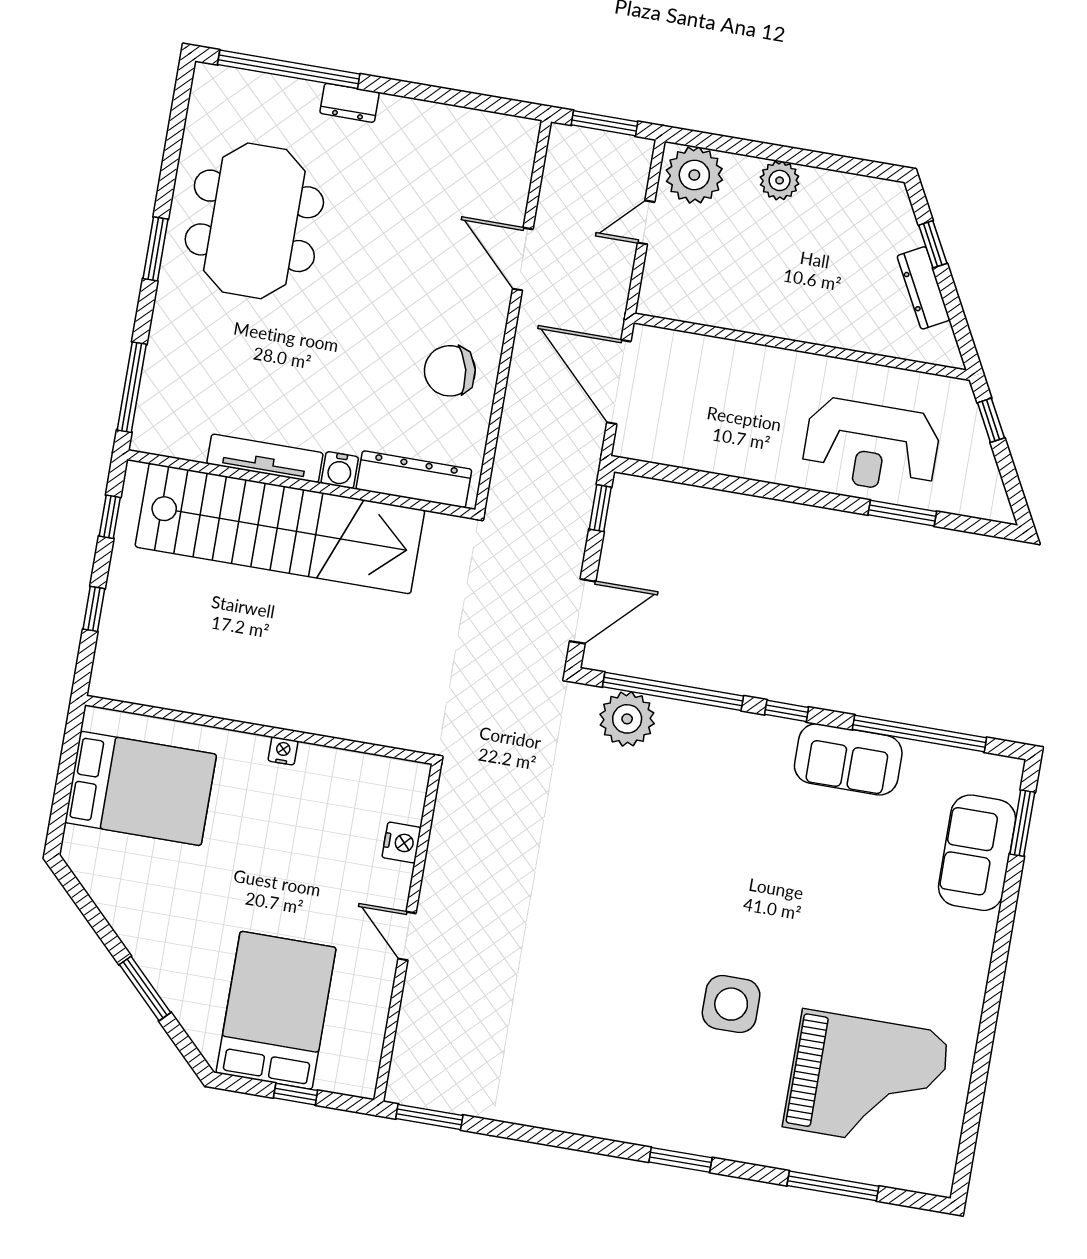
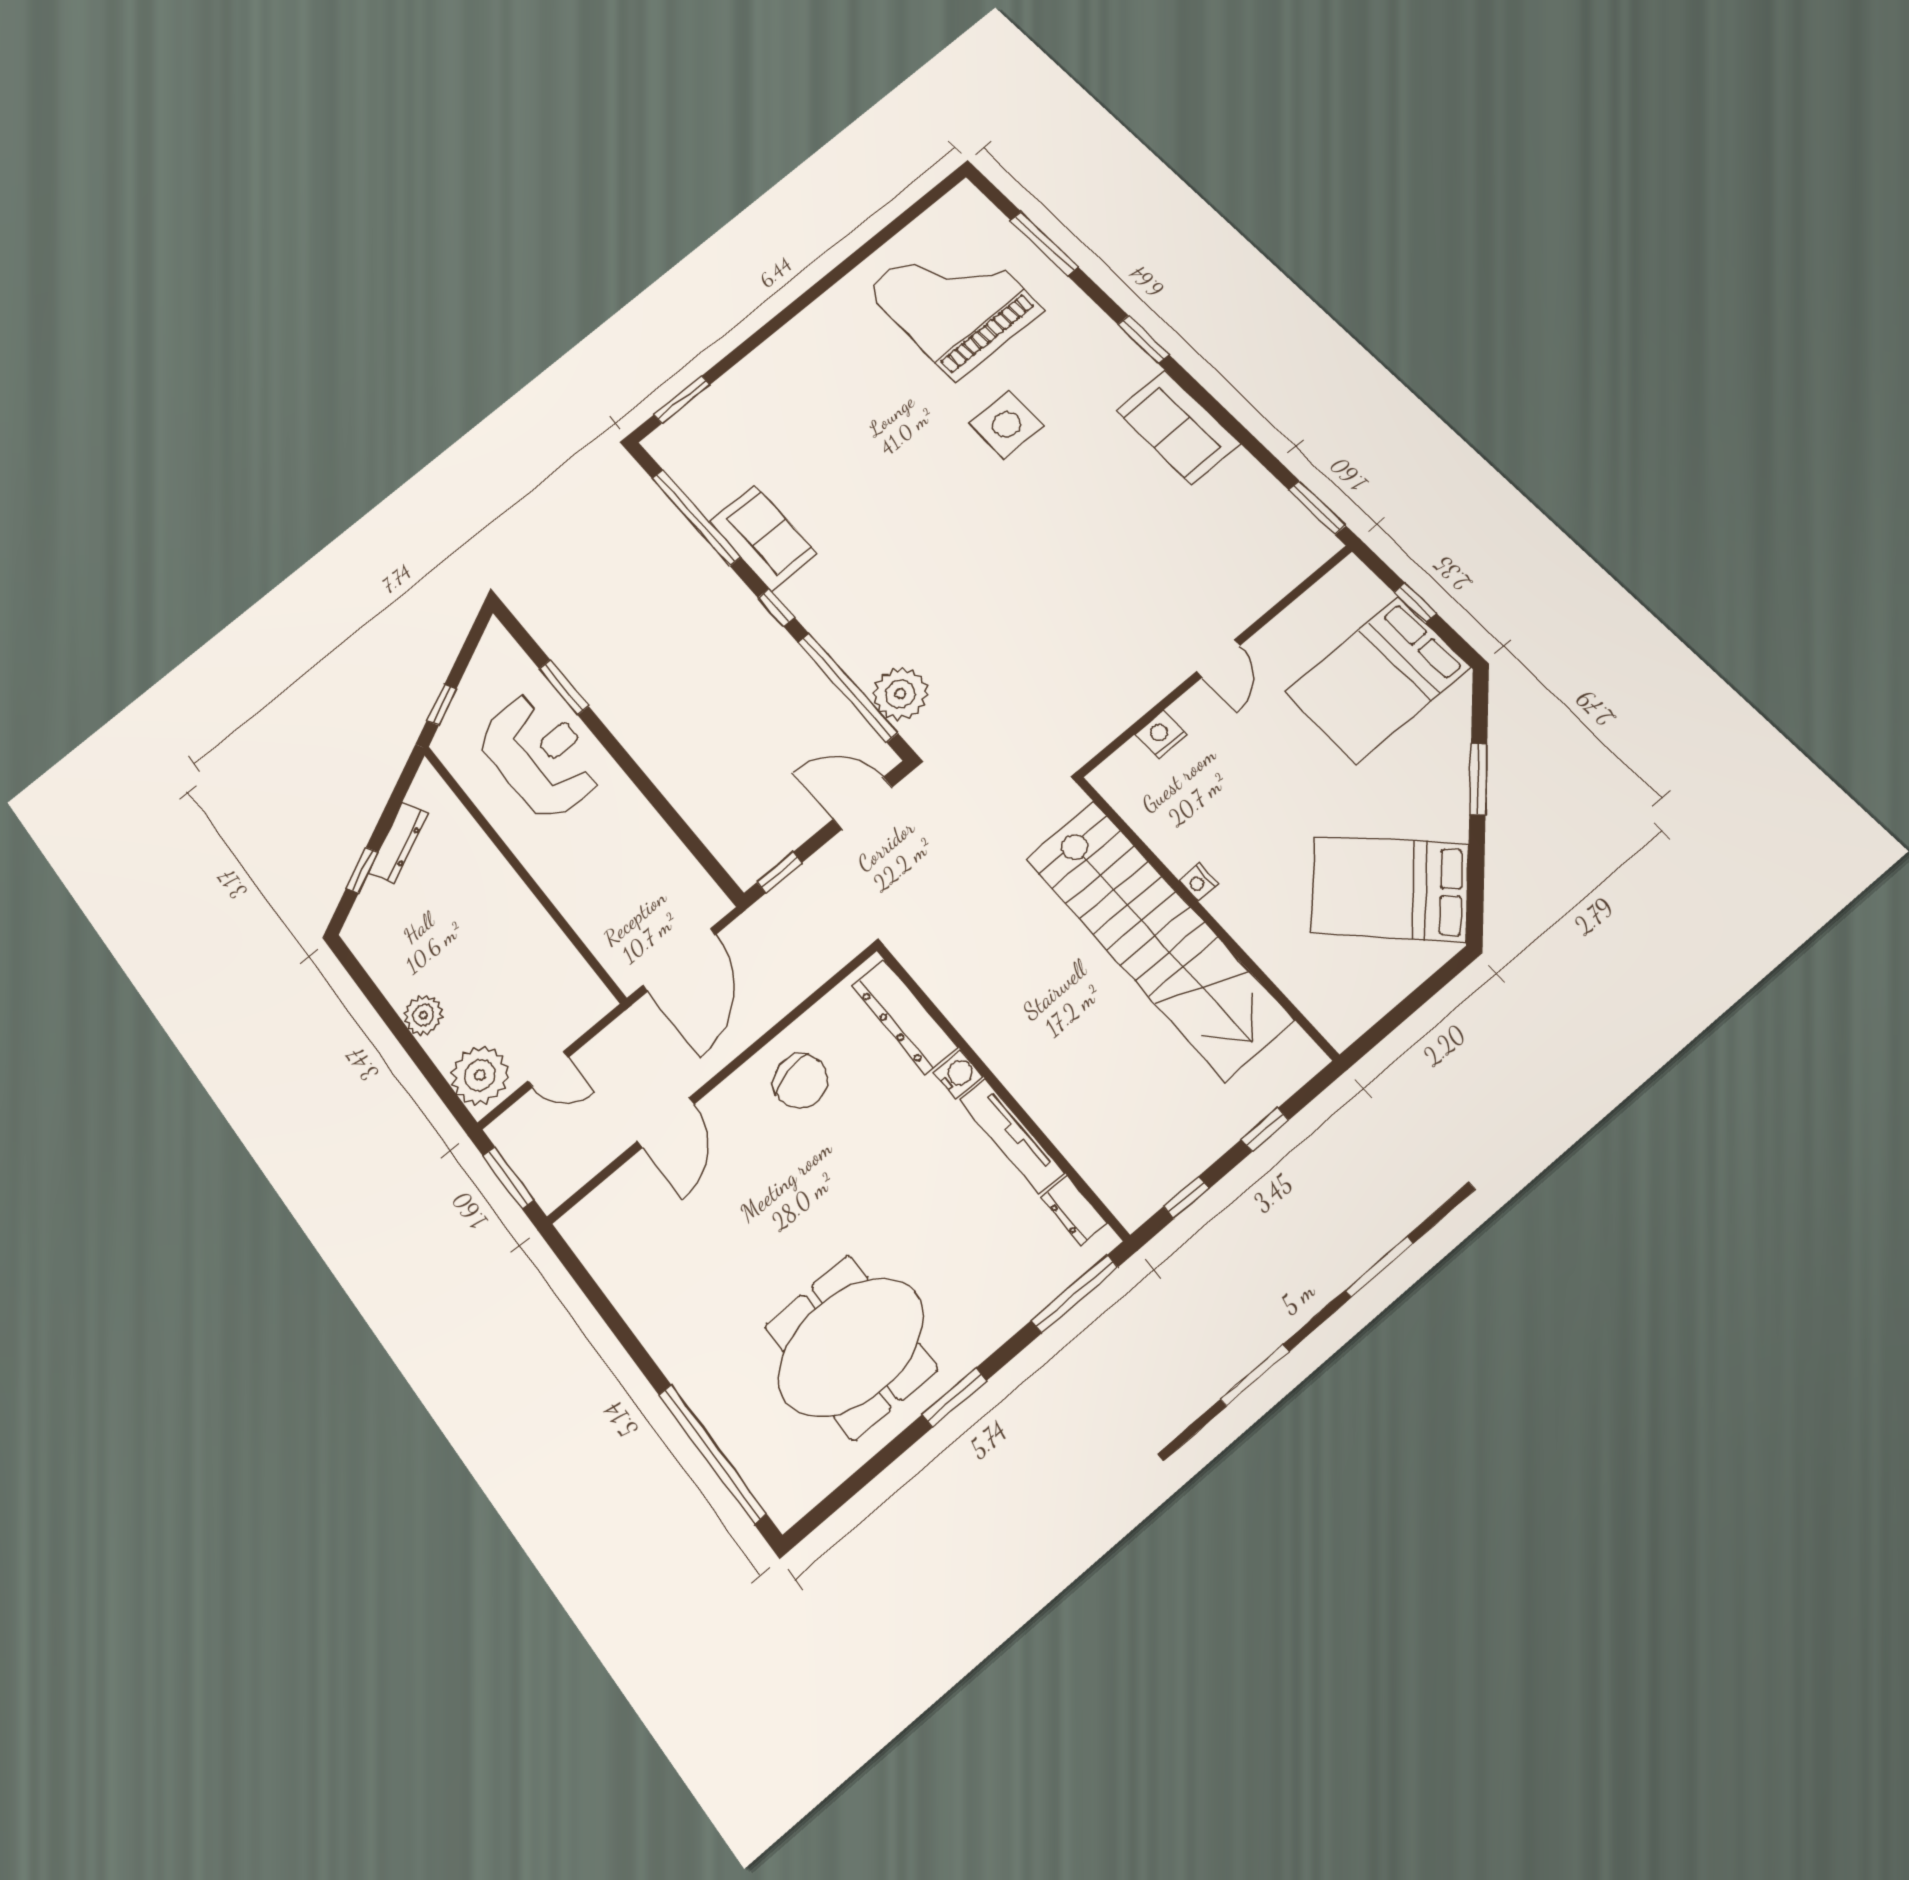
dresser: (350, 103) -> (1074, 1210), moved, turned 180
stairs: (280, 528) -> (1157, 938), moved, turned 180
bed: (141, 788) -> (1390, 889), moved, turned -45
sofa: (977, 853) -> (1178, 427), moved, turned 90

